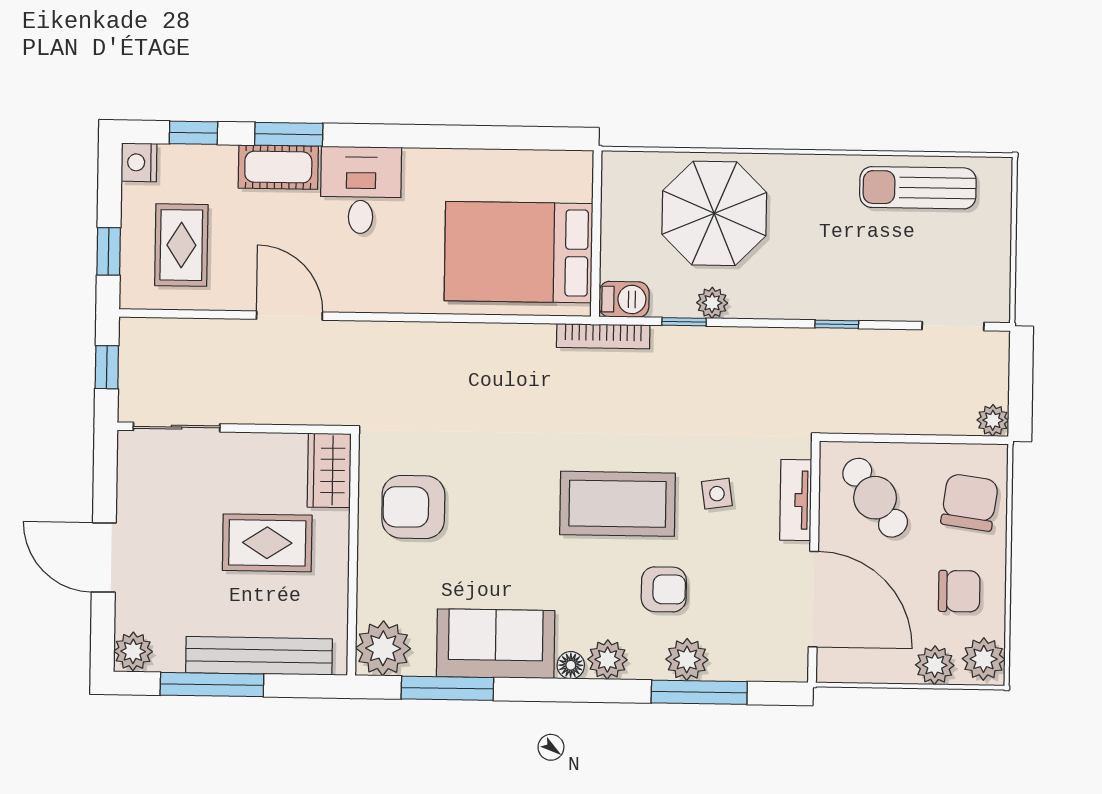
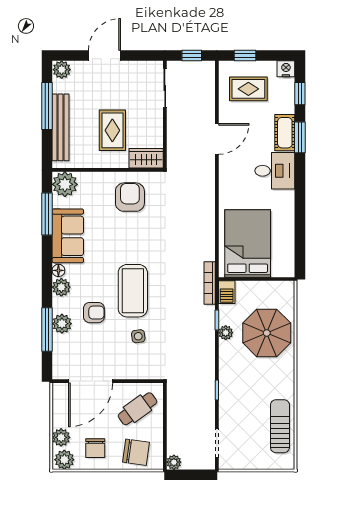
tv unit: (796, 500) -> (136, 372), removed
armchair: (664, 589) -> (94, 313), turned -90

